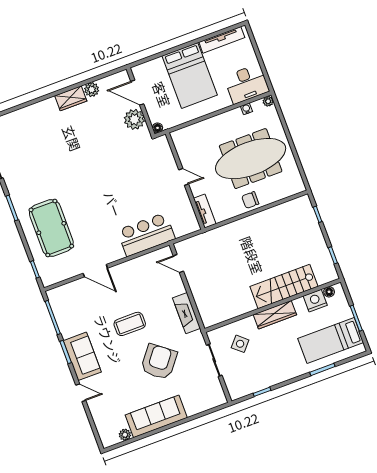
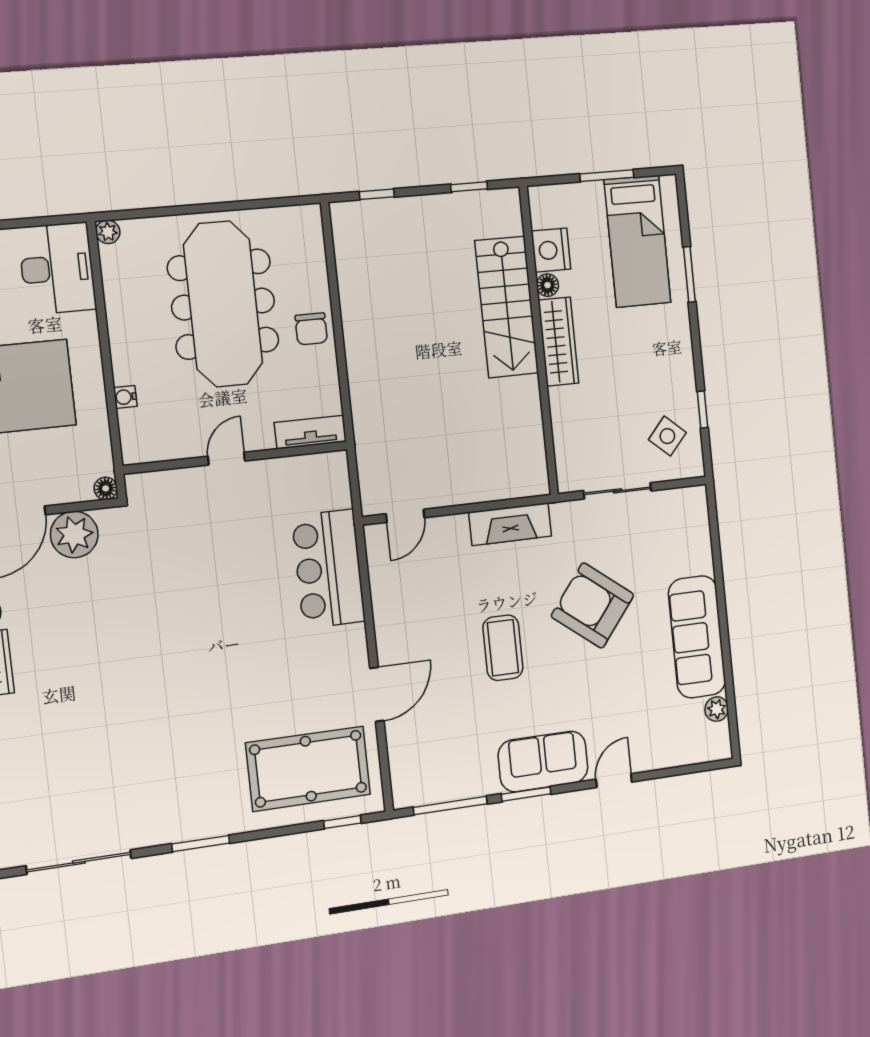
water cooler: (246, 109) -> (125, 397), moved
pool table: (51, 228) -> (308, 769), moved
floor lamp: (329, 292) -> (547, 285), moved
side table: (240, 344) -> (667, 436), moved

